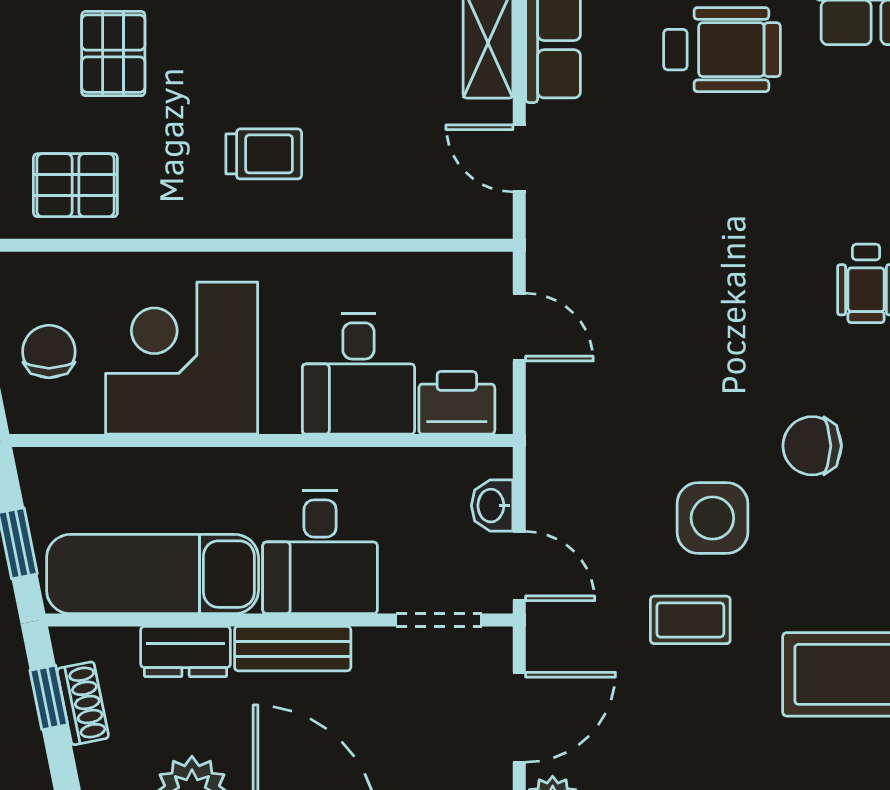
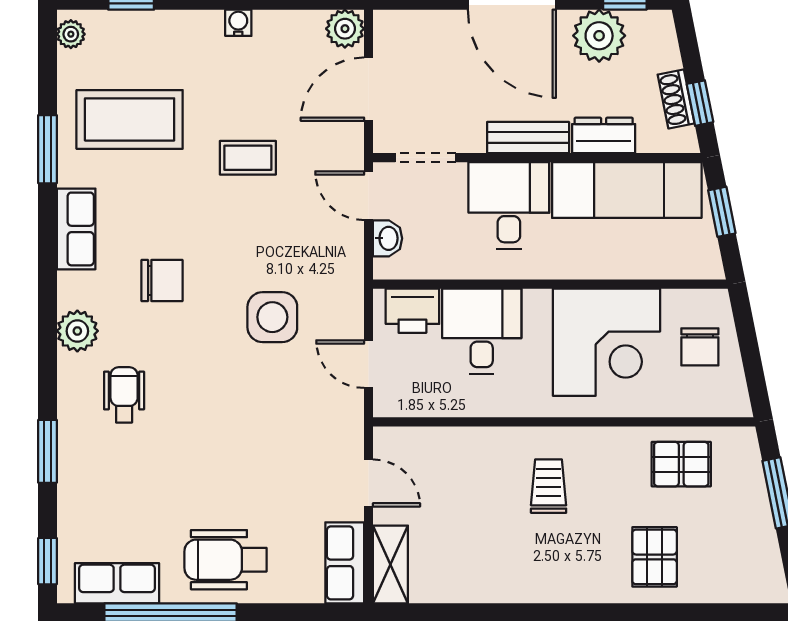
trolley: (264, 154) -> (549, 486), turned 90
side table: (712, 518) -> (272, 317), moved

